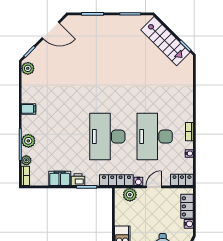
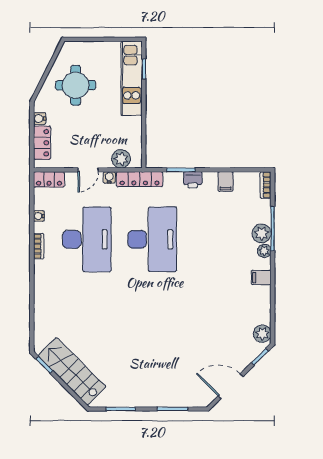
plant: (26, 160) -> (264, 251), moved
filing cabinet: (60, 178) -> (226, 181), width x0.50

